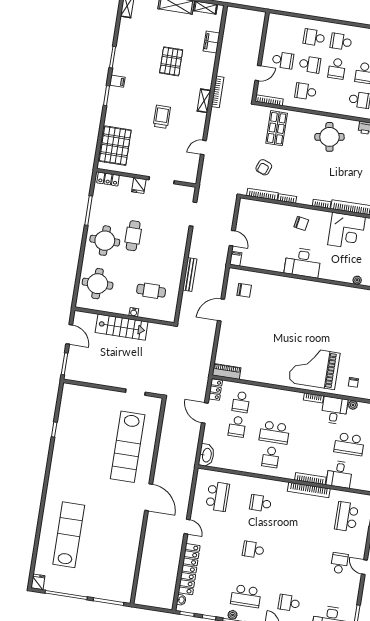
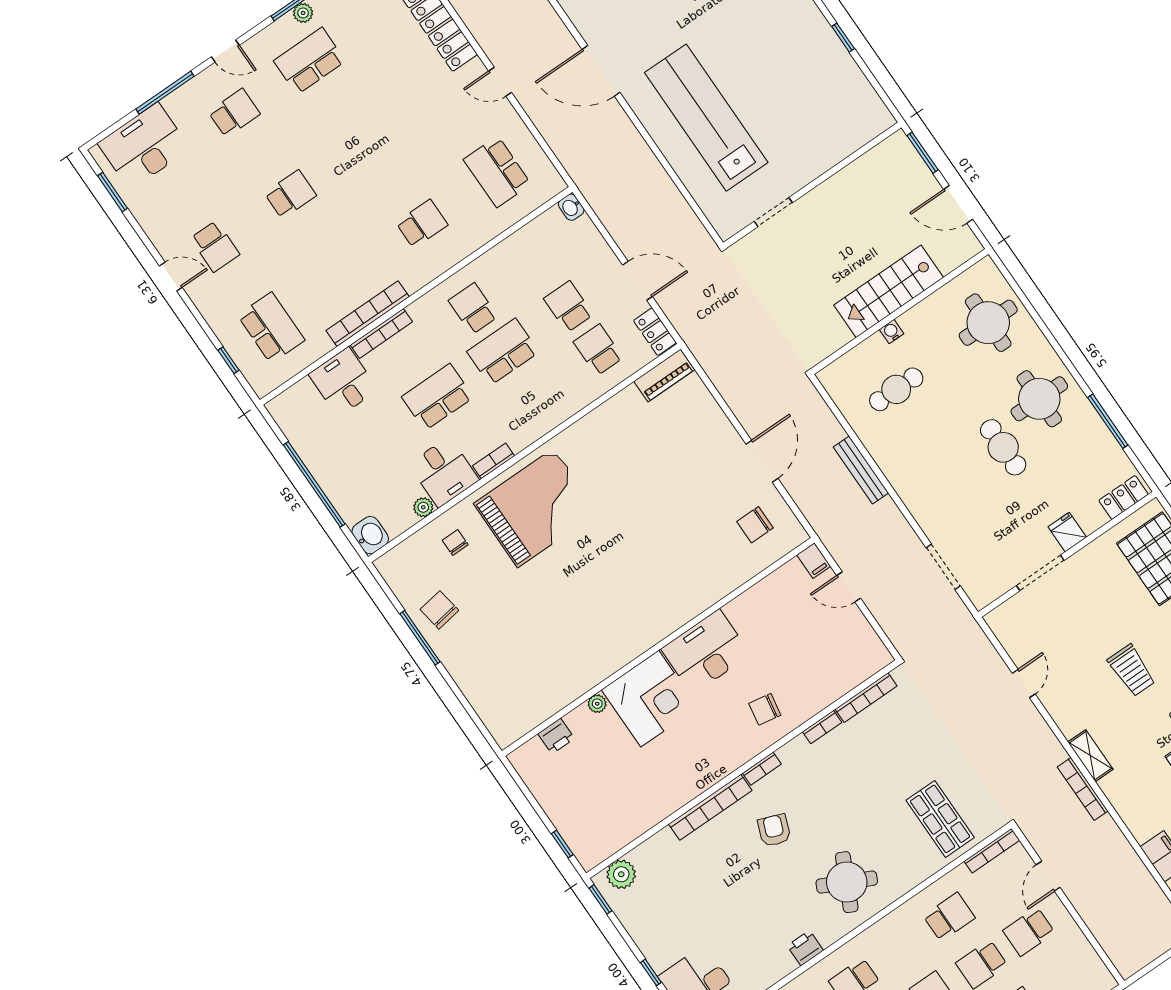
round table: (329, 137) -> (847, 882), turned 35
armchair: (264, 167) -> (774, 830), moved
corner desk: (346, 231) -> (650, 699), moved, turned 180
school desk: (349, 444) -> (437, 397), moved
washbasin: (206, 455) -> (571, 207), width x0.52, depth x0.69
school desk: (253, 550) -> (290, 194), moved

